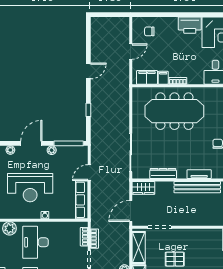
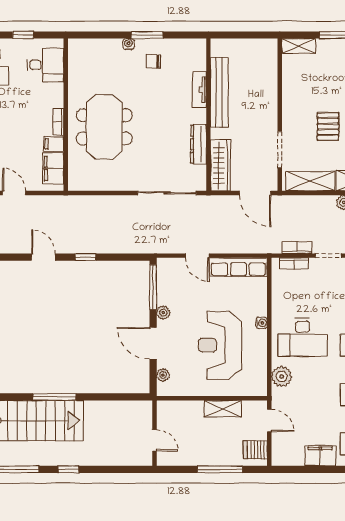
window: (88, 110) -> (86, 257), moved
meeting table: (174, 111) -> (104, 127), width x0.73
reception desk: (30, 188) -> (220, 345), turned 180
wardrobe: (143, 188) -> (220, 165), width x1.50

